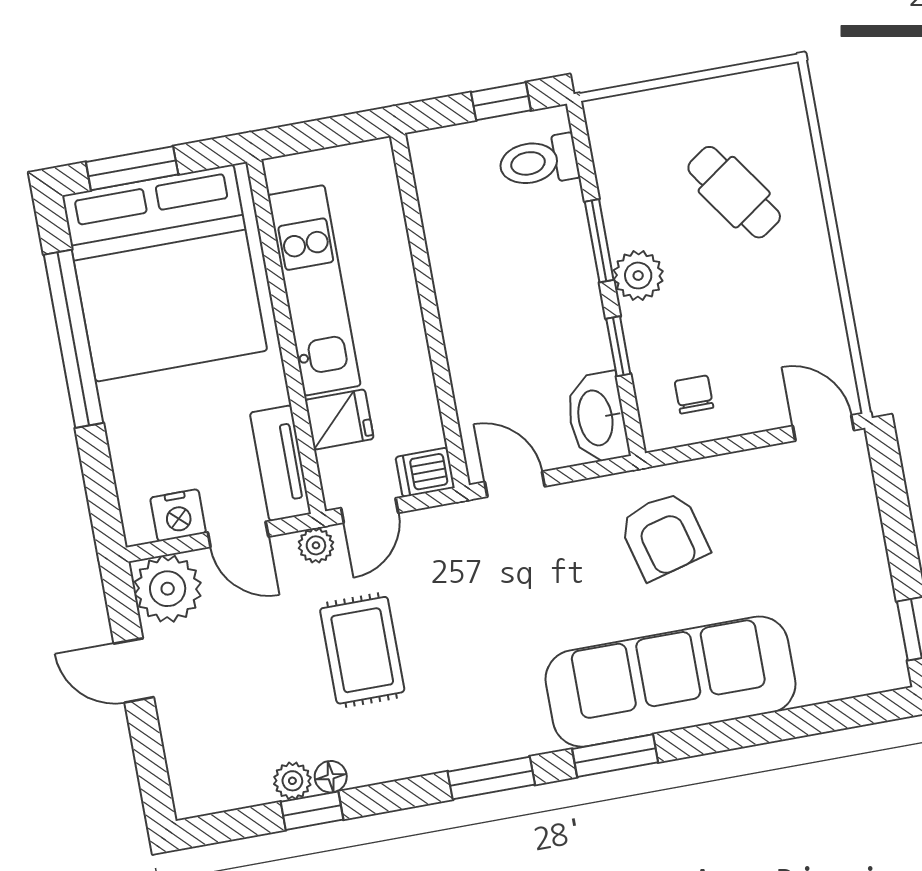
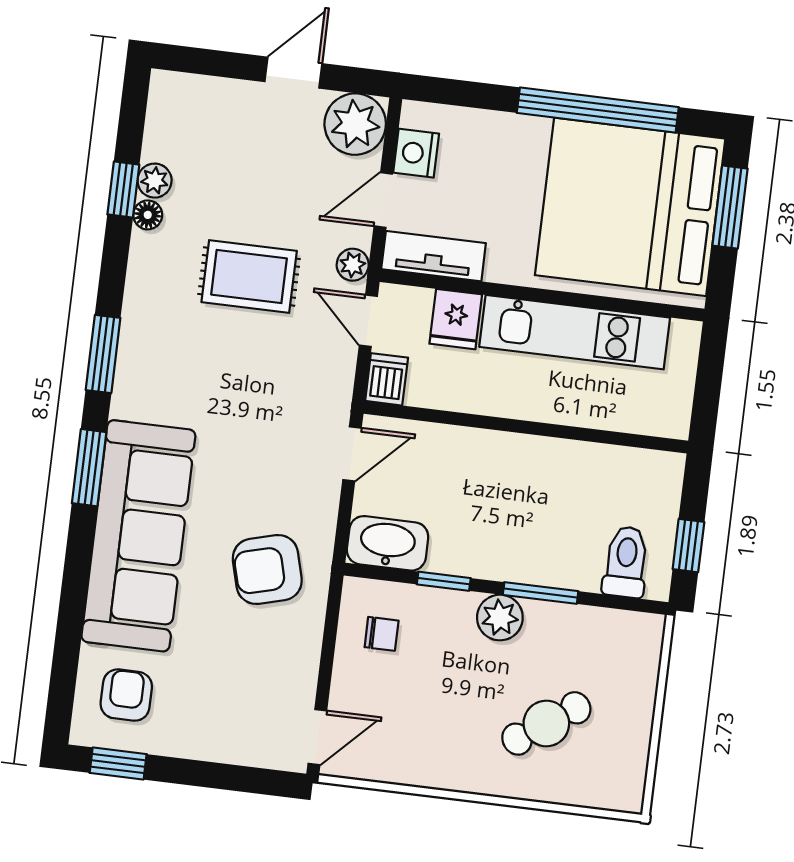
armchair: (842, 642) -> (126, 695), added

